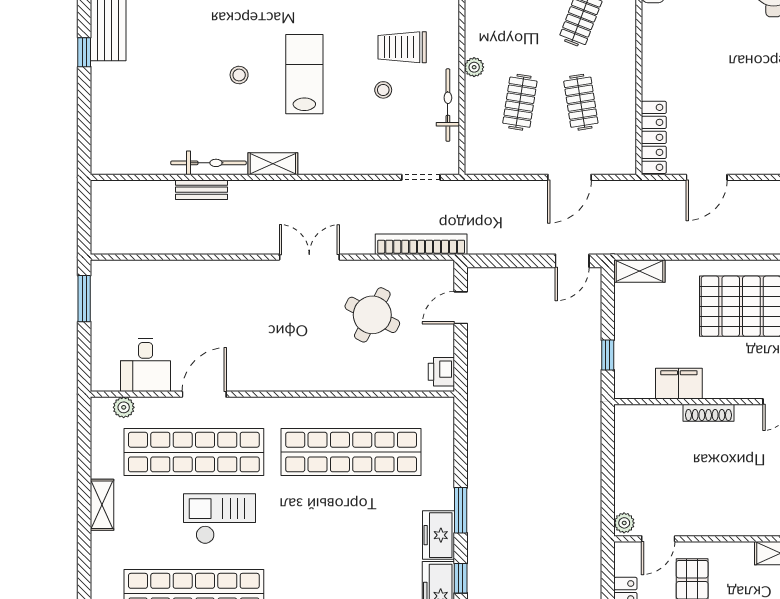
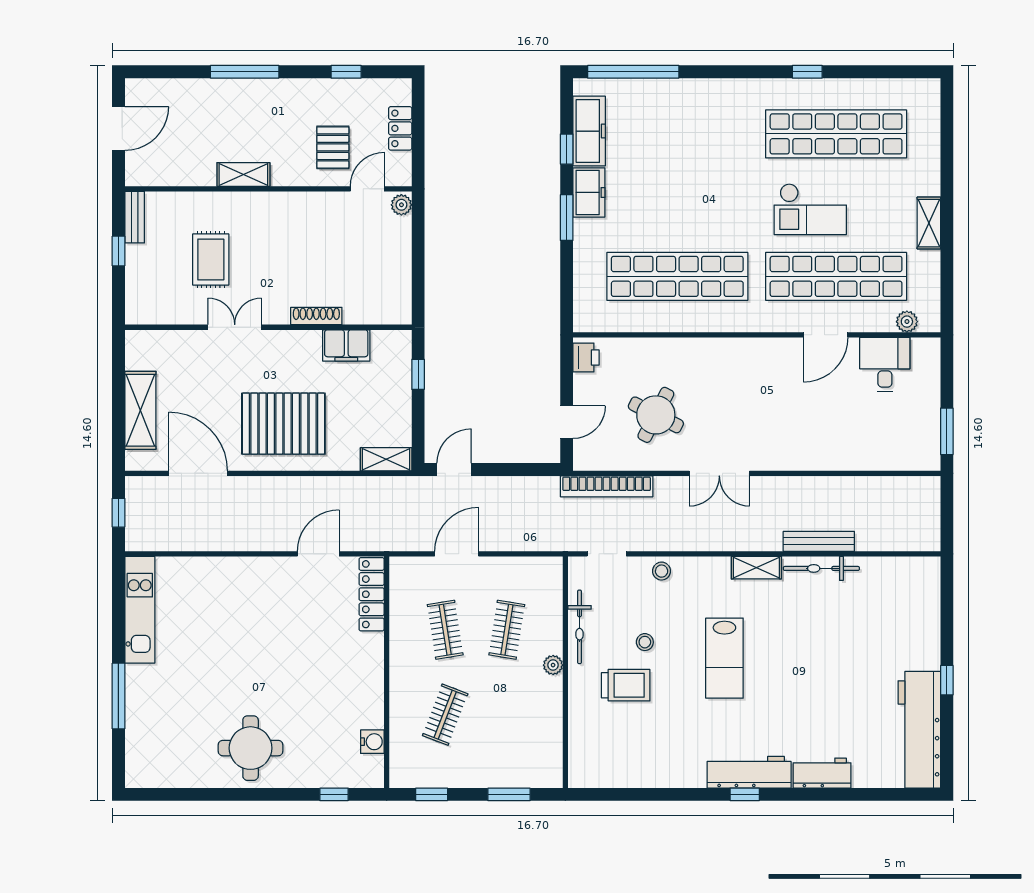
stool: (239, 75) -> (662, 571), moved
bench: (202, 190) -> (819, 541), width x1.36

